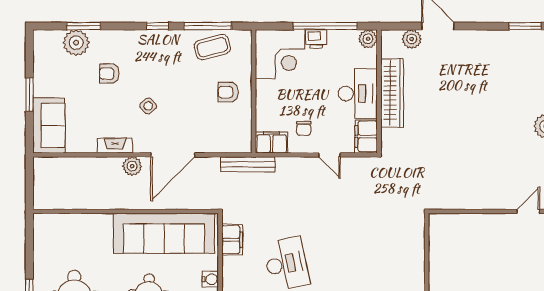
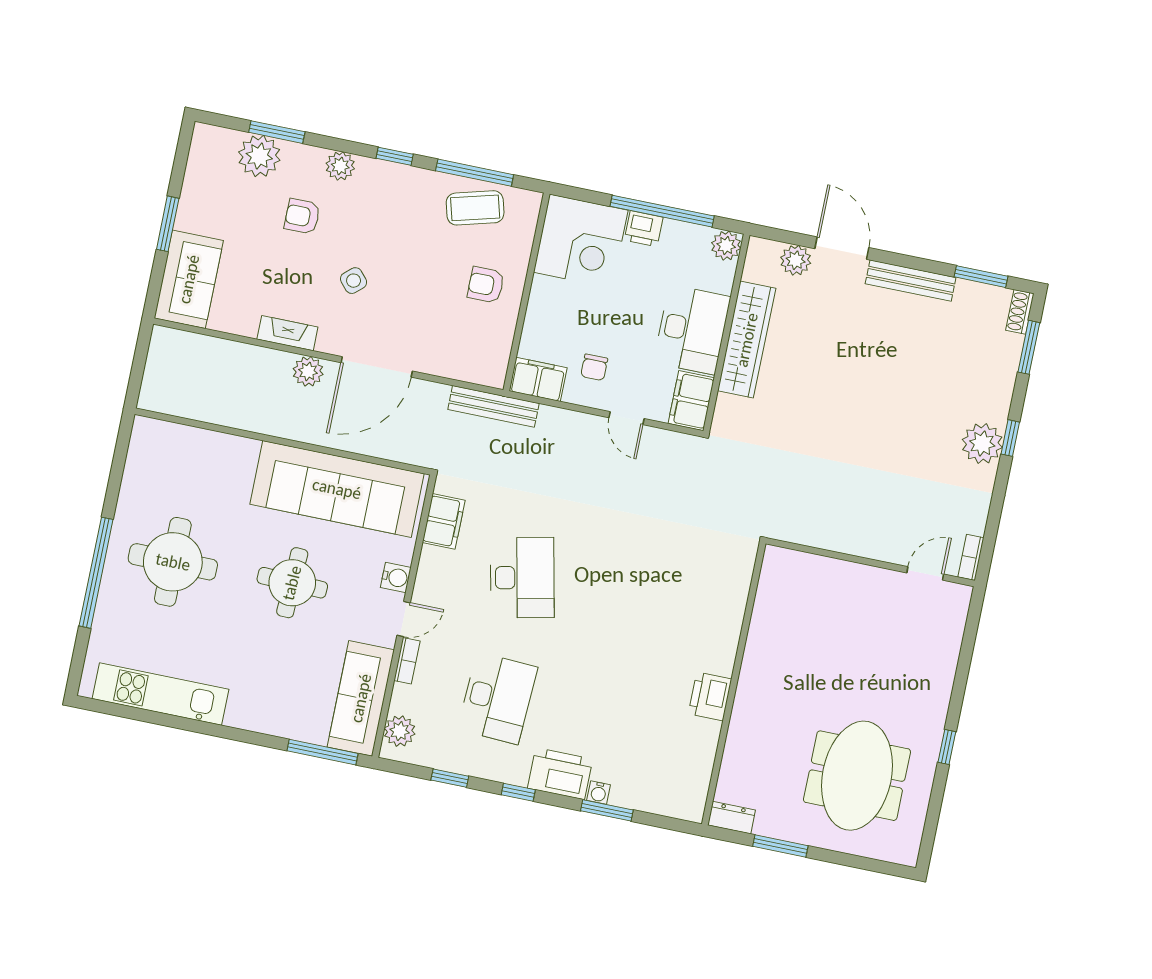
bench: (483, 37) -> (911, 281), added
plant: (126, 39) -> (340, 166), added

